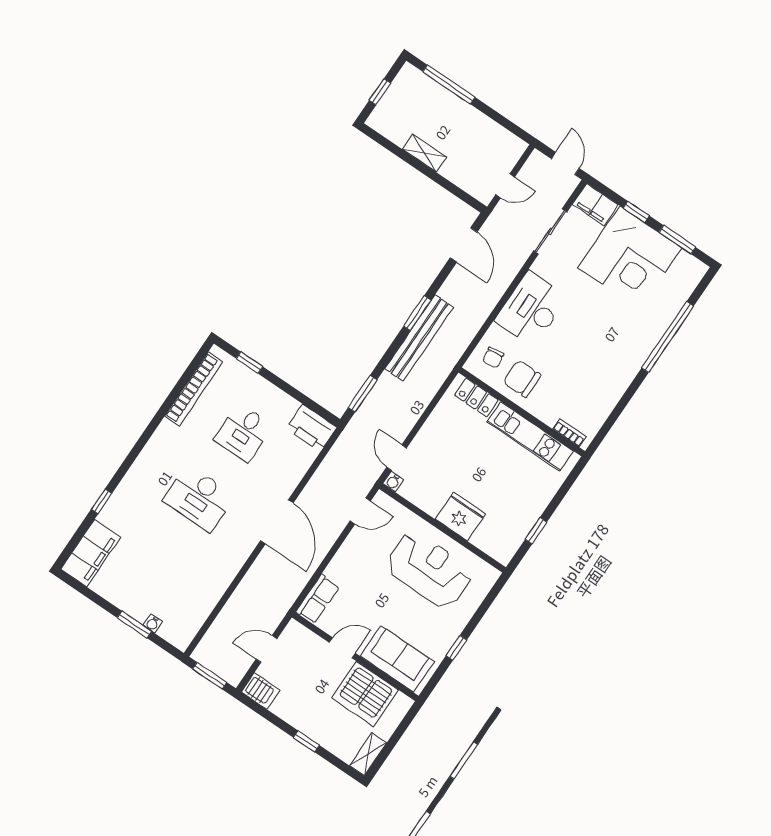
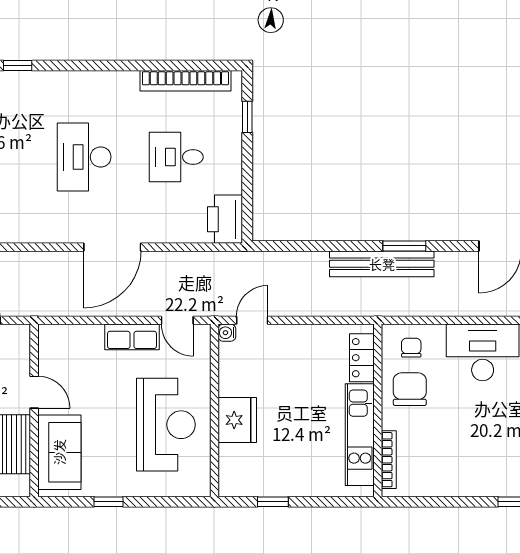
chair: (493, 358) -> (411, 348), turned 99
window: (363, 394) -> (291, 246), removed
bookcase: (570, 433) -> (389, 460), width x1.56
row of seats: (318, 599) -> (132, 337), moved

